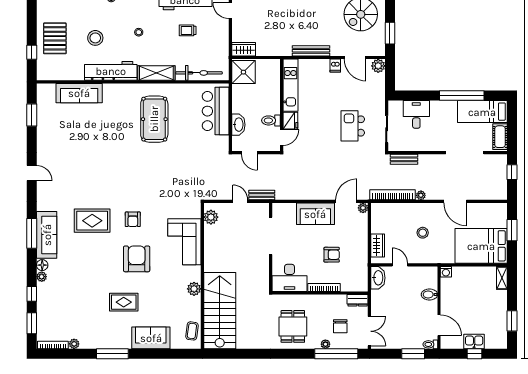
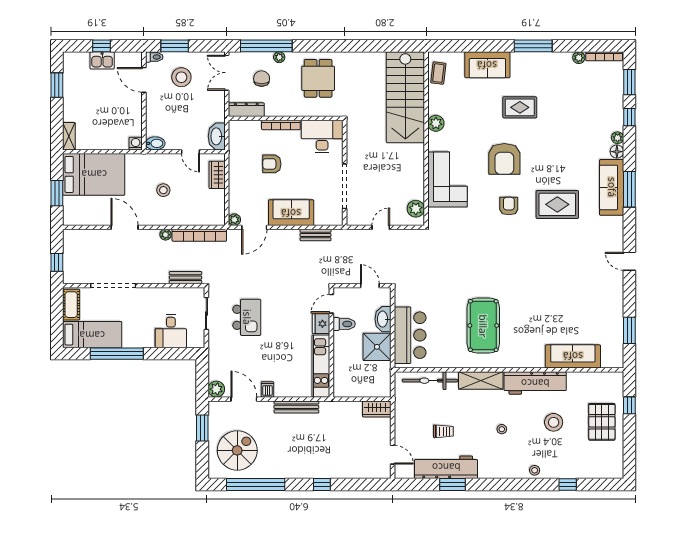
shower: (243, 72) -> (377, 347), moved
bench: (262, 195) -> (316, 235), moved
door: (240, 201) -> (381, 227), swing flipped
bidet: (429, 294) -> (155, 143), moved
dresser: (358, 300) -> (246, 110), width x1.44
stool: (408, 327) -> (181, 77), added

